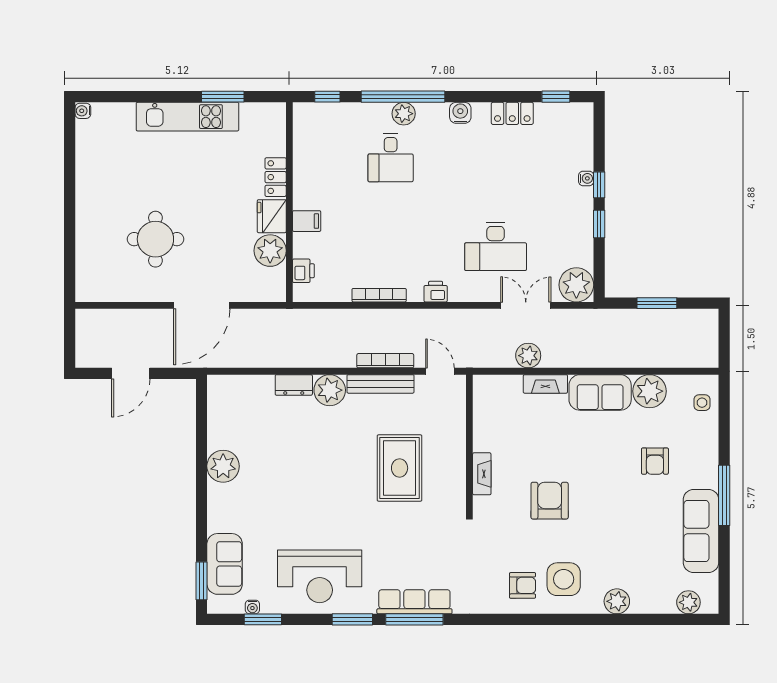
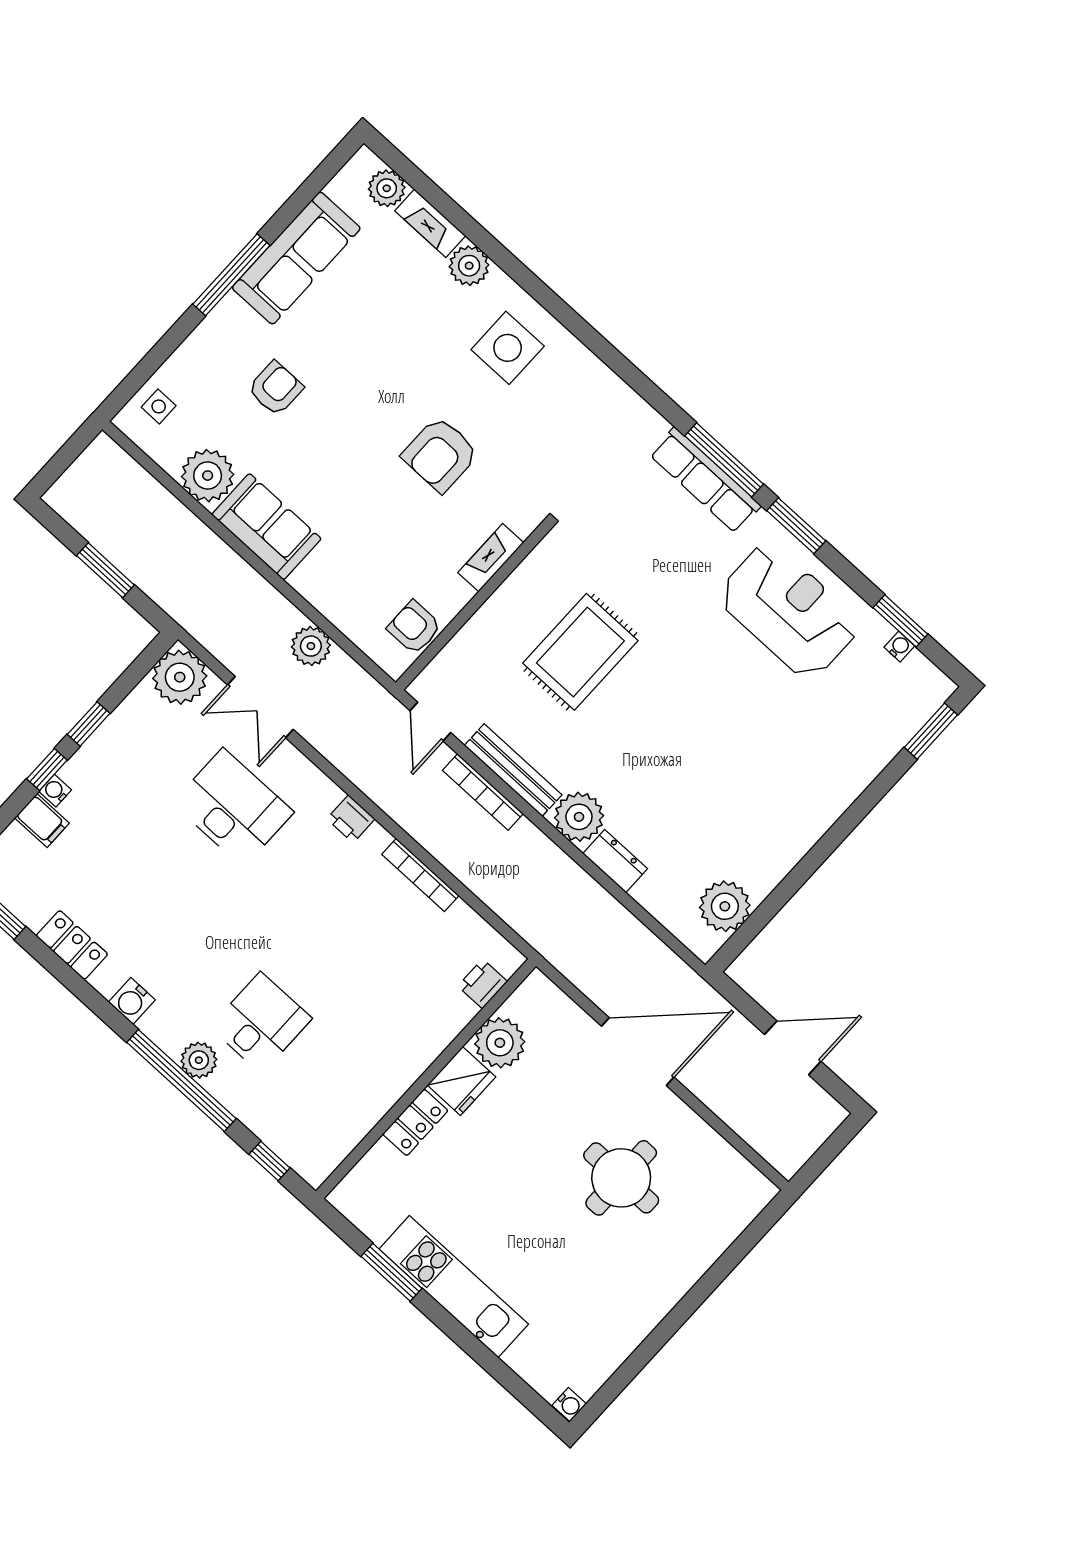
filing cabinet: (307, 221) -> (42, 821), moved, turned 180
fireplace: (545, 384) -> (430, 223), moved, turned 180
plant: (223, 466) -> (725, 906), moved
sofa: (225, 564) -> (886, 726), removed
armchair: (523, 585) -> (414, 627), moved

